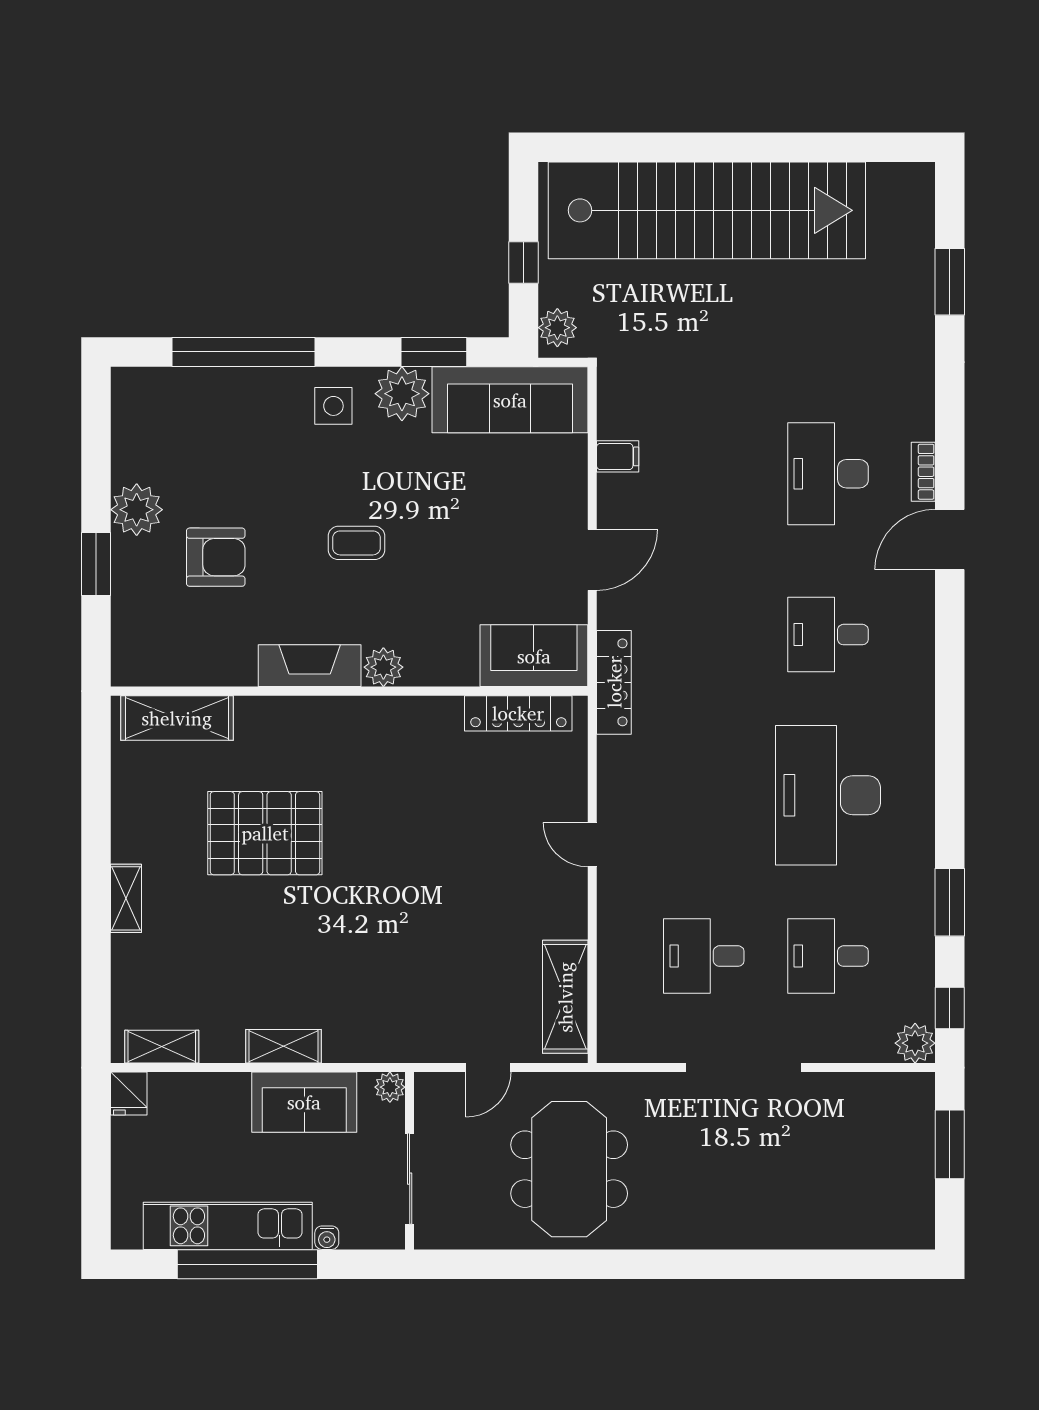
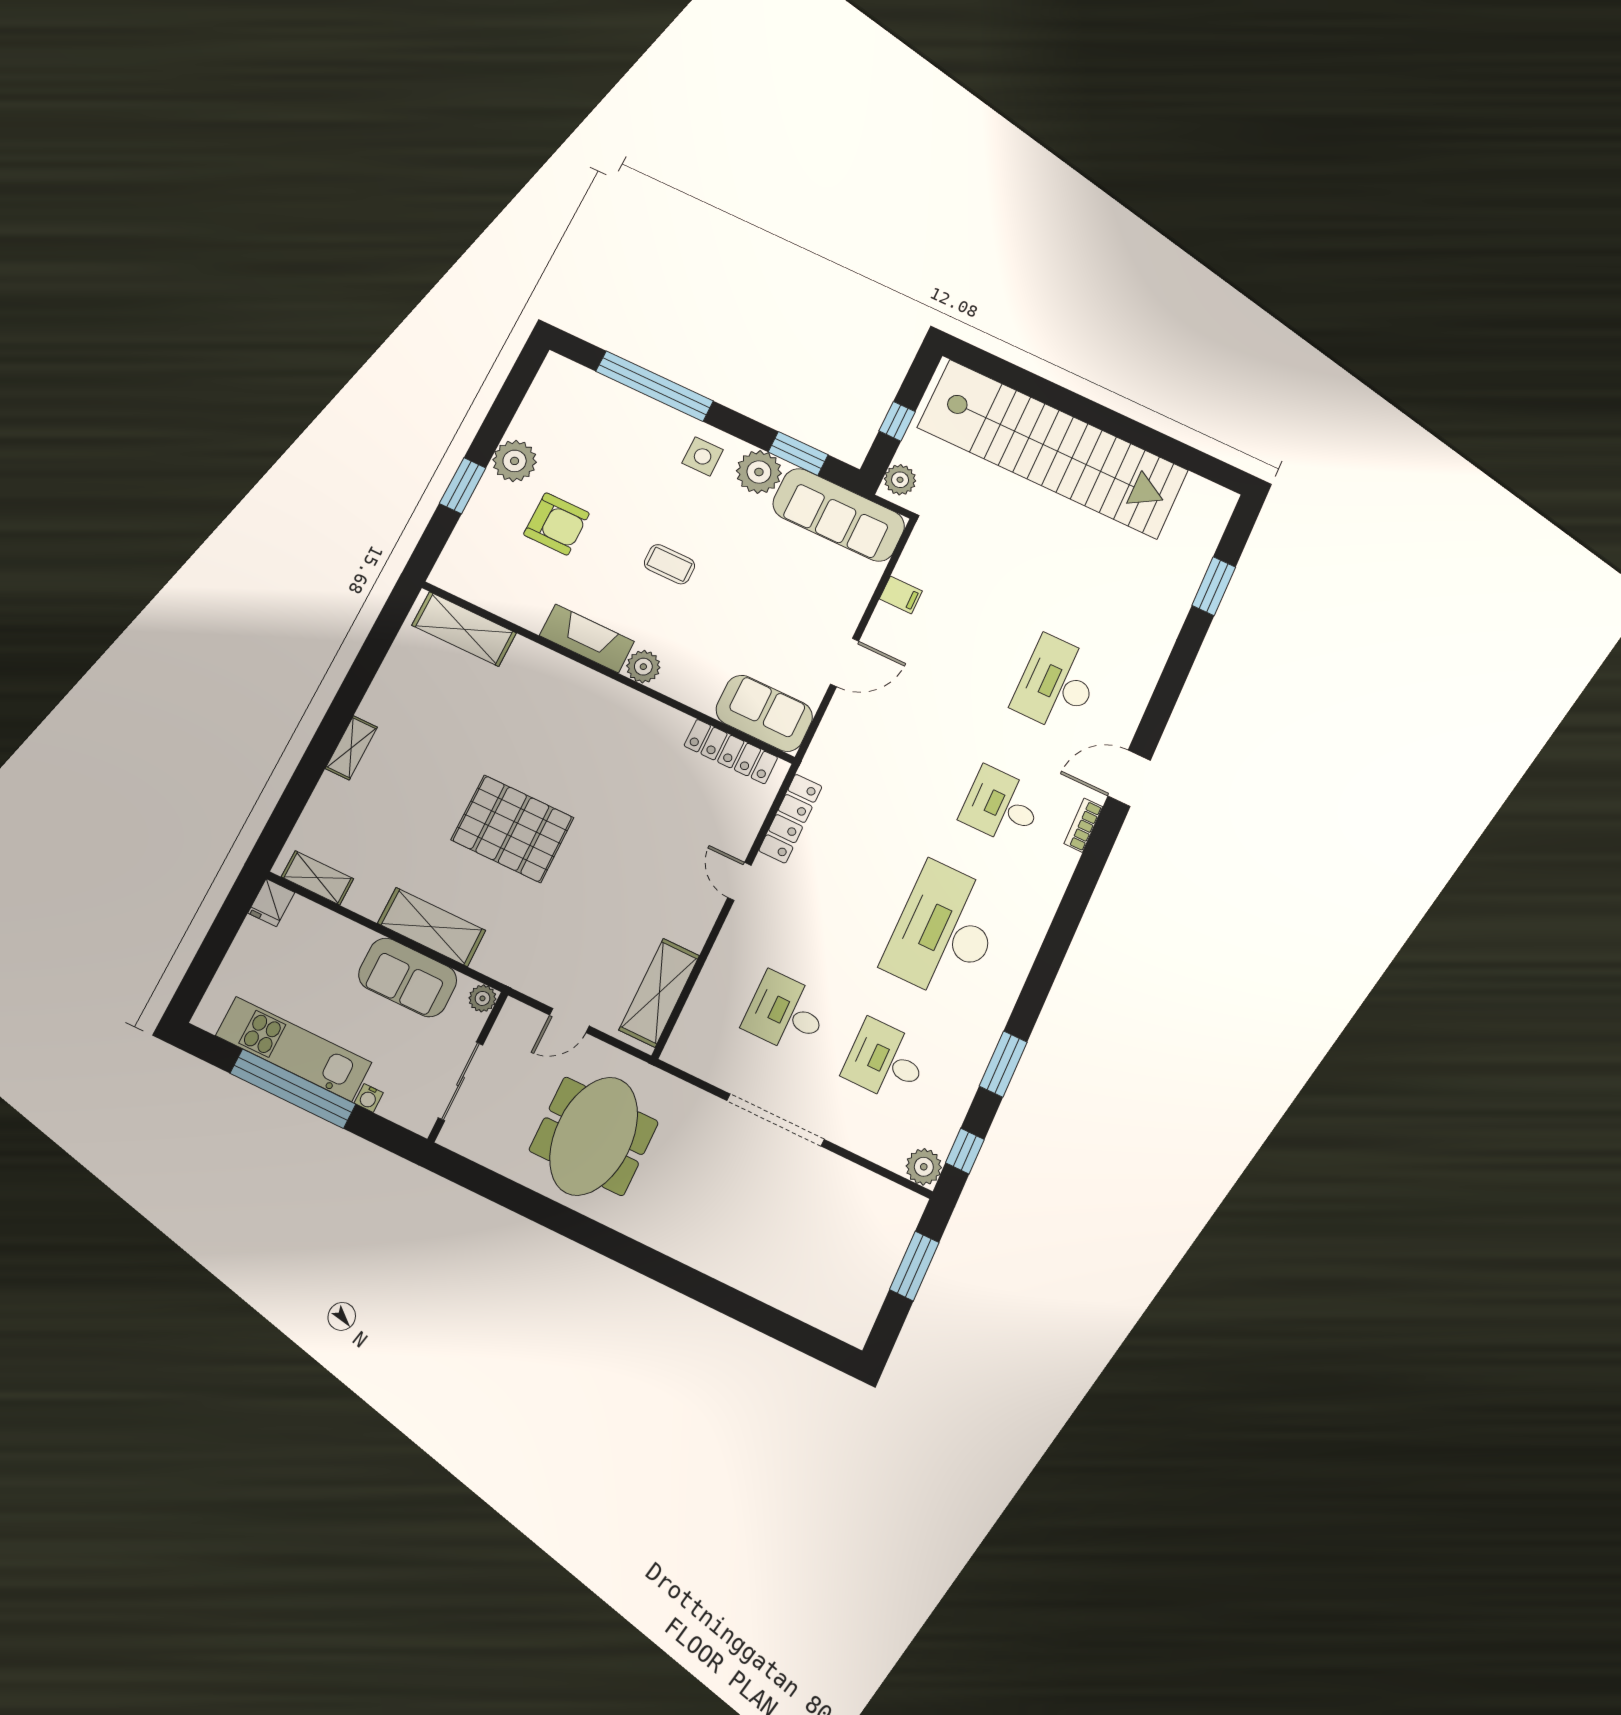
bookcase: (923, 472) -> (1083, 825), moved
locker: (614, 682) -> (790, 819), moved
pallet: (265, 833) -> (512, 829), moved
shelving: (284, 1046) -> (432, 927), width x1.50, depth x1.33

